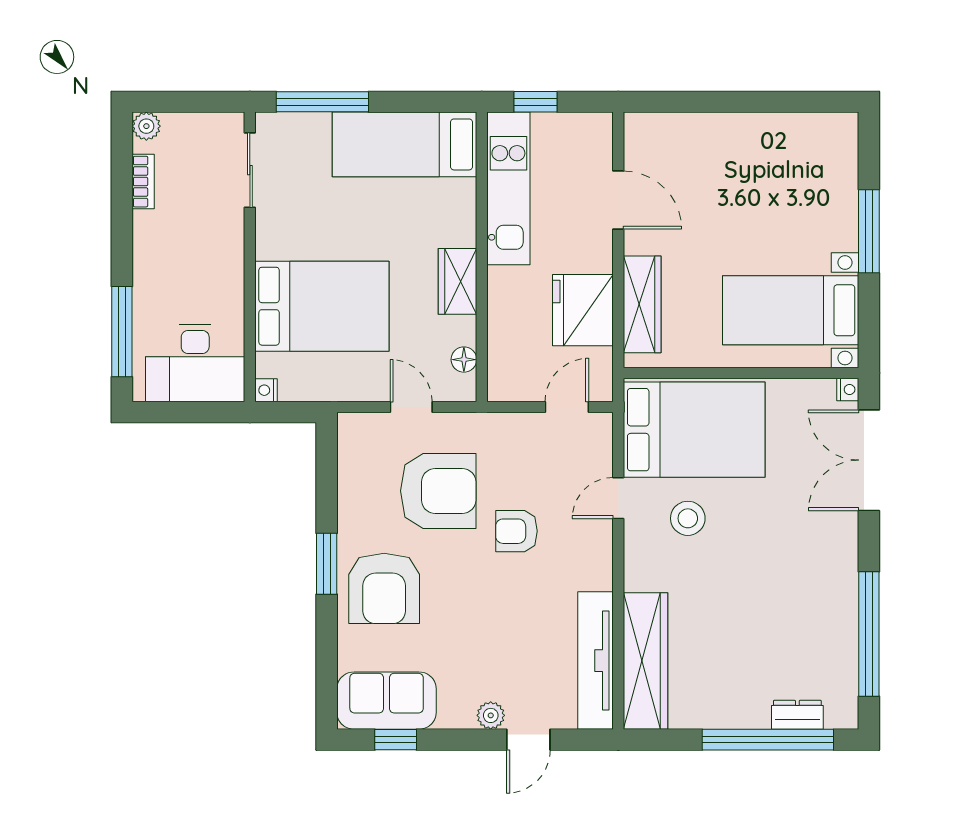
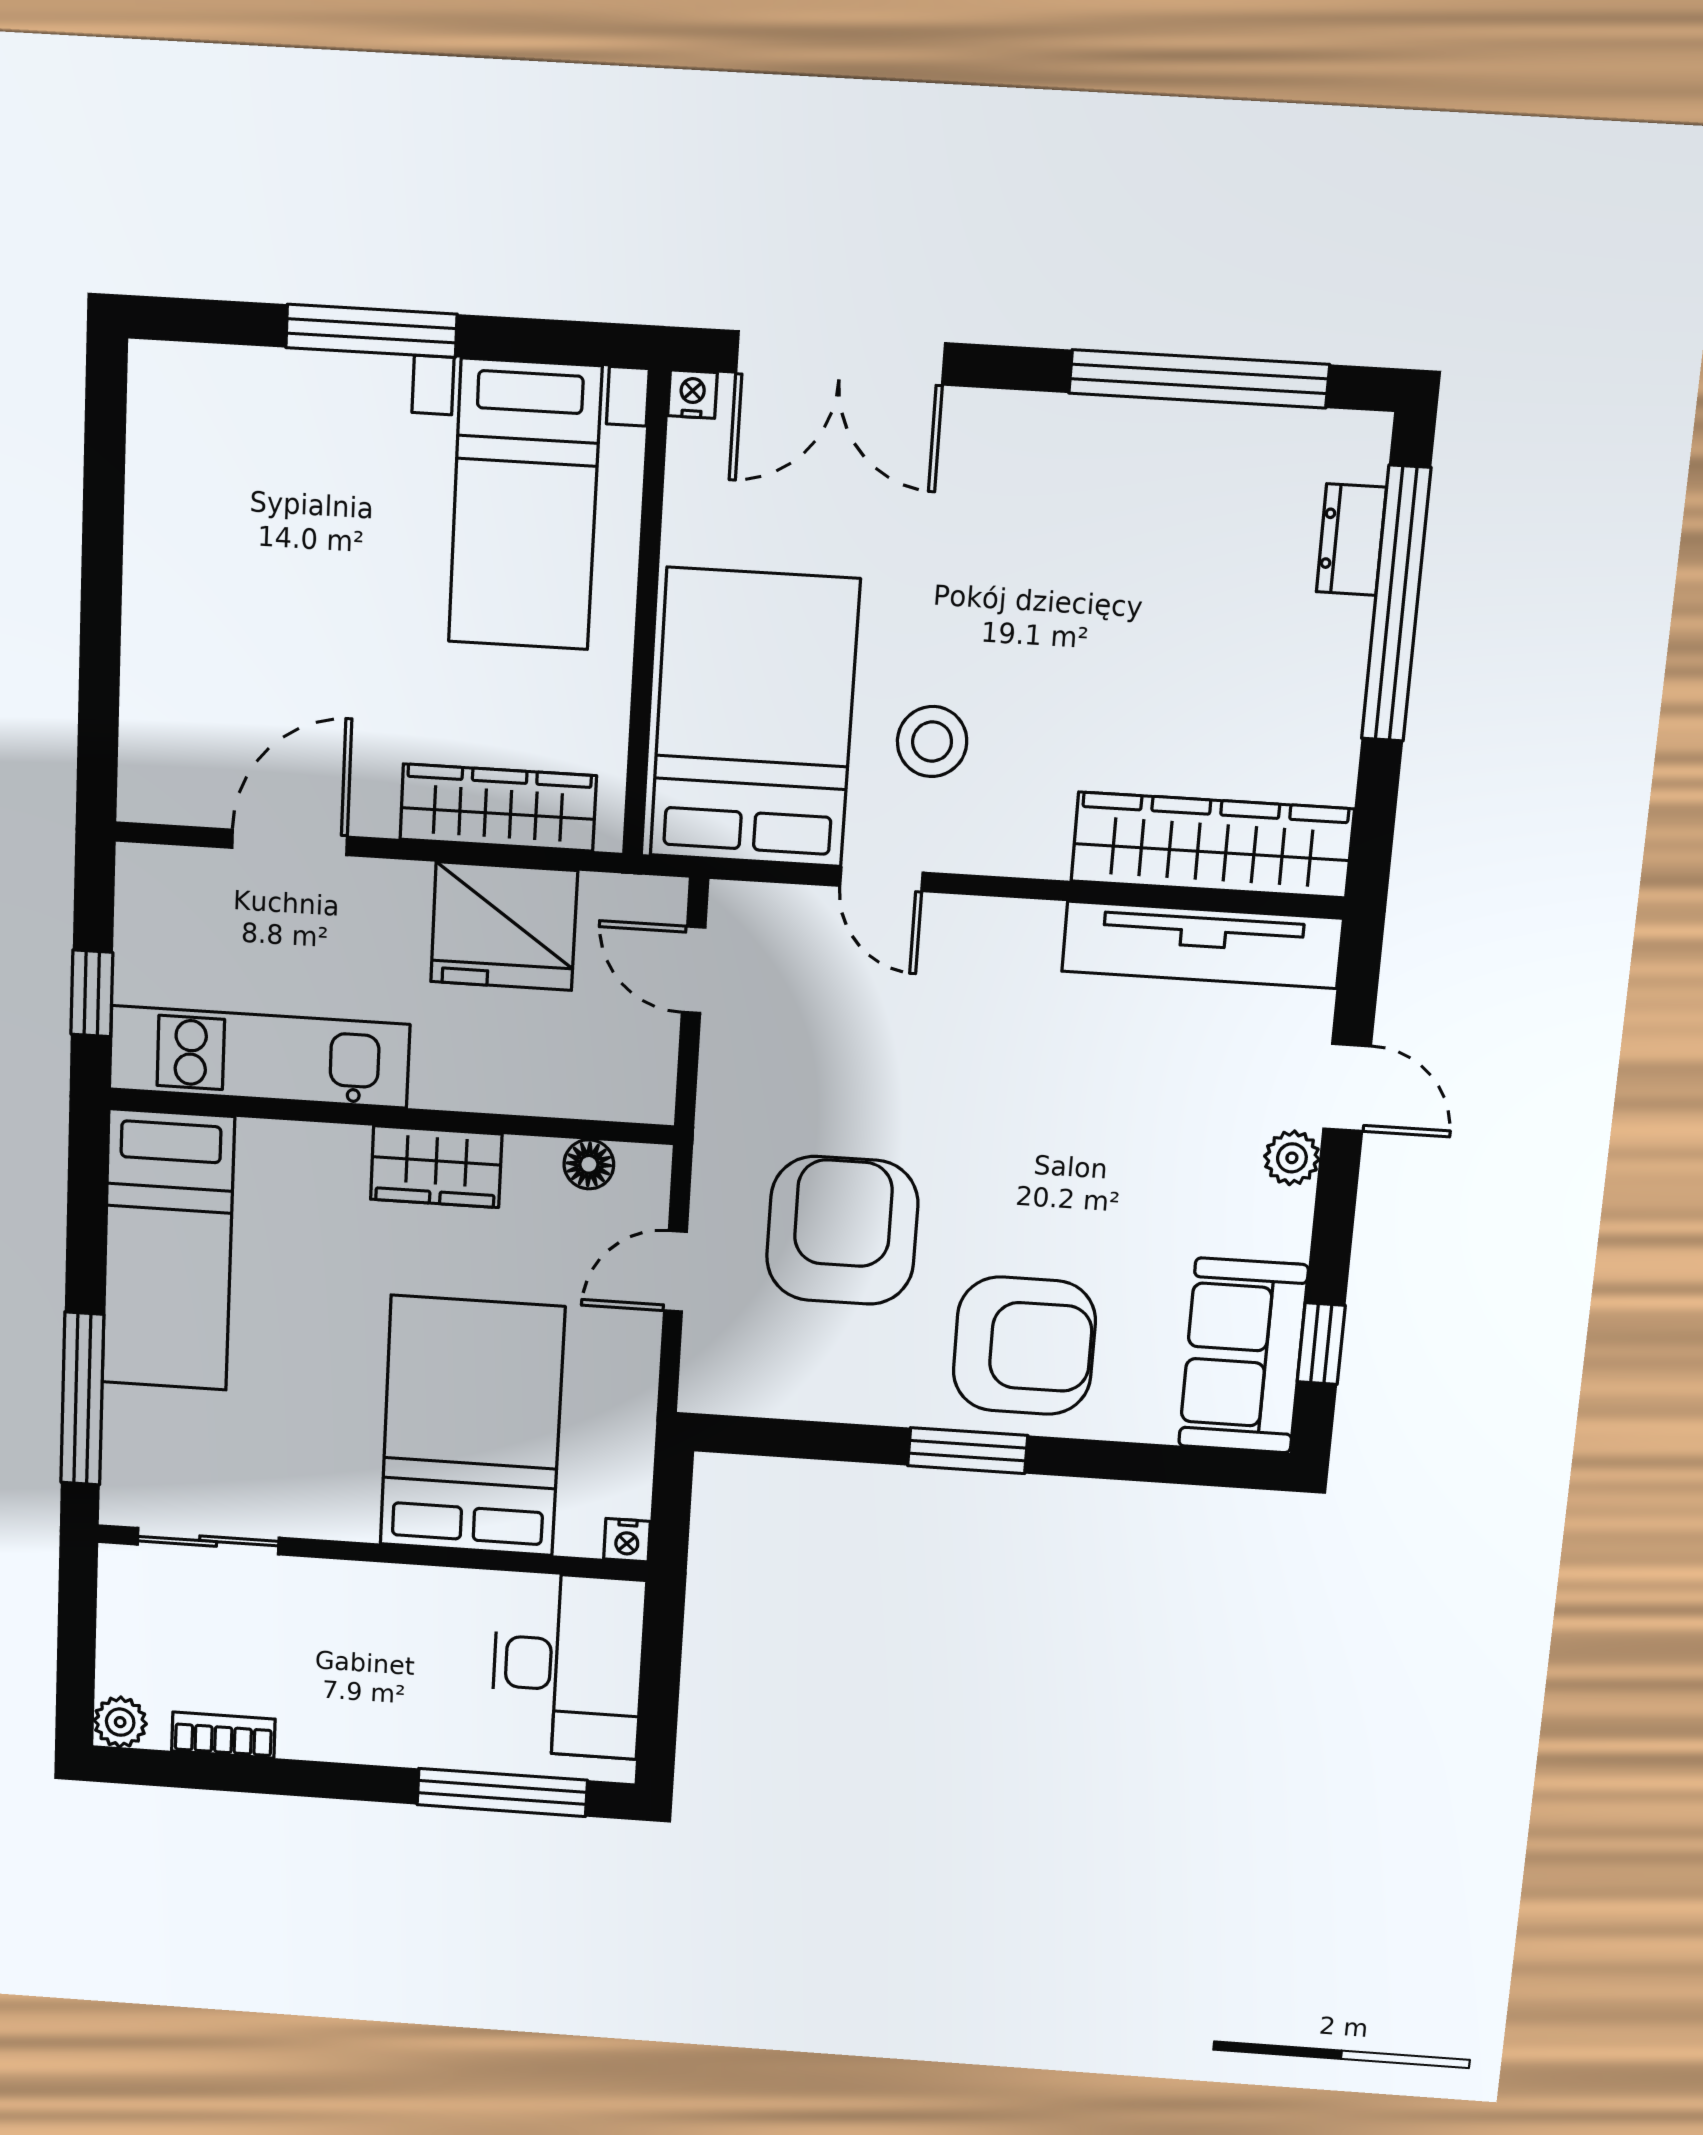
armchair: (516, 531) -> (932, 1084), removed

